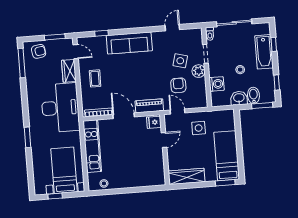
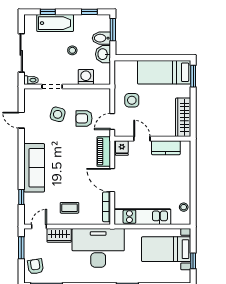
plant: (199, 71) -> (70, 95), removed
door: (124, 116) -> (112, 180), hinge flipped
kitchen counter: (157, 163) -> (166, 148), added

